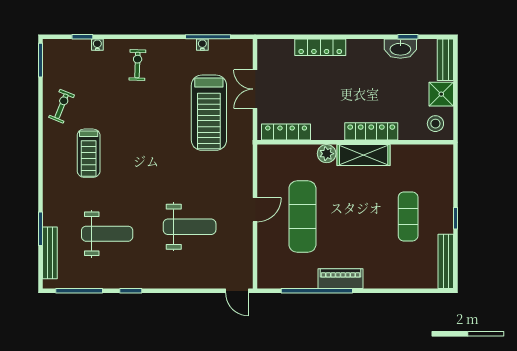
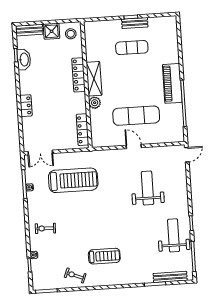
locker: (320, 47) -> (26, 106), width x0.66
double door: (255, 89) -> (40, 152), moved
weight bench: (107, 234) -> (174, 235), moved
bench: (446, 261) -> (135, 23), moved, width x0.73
piano: (340, 279) -> (172, 83), width x1.37, depth x1.33

